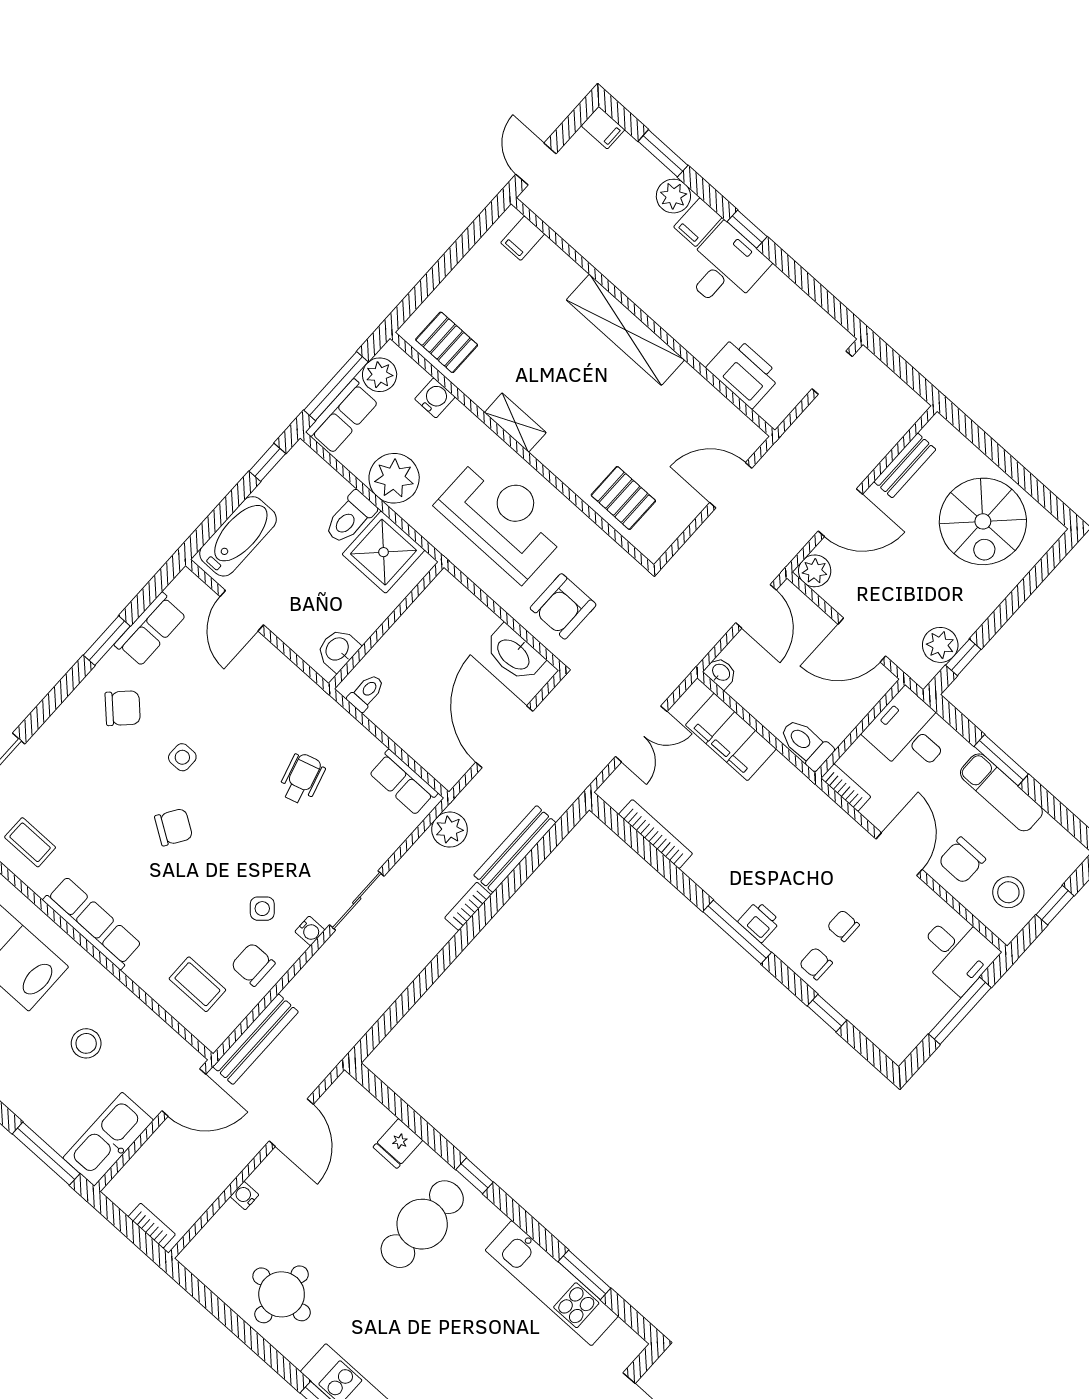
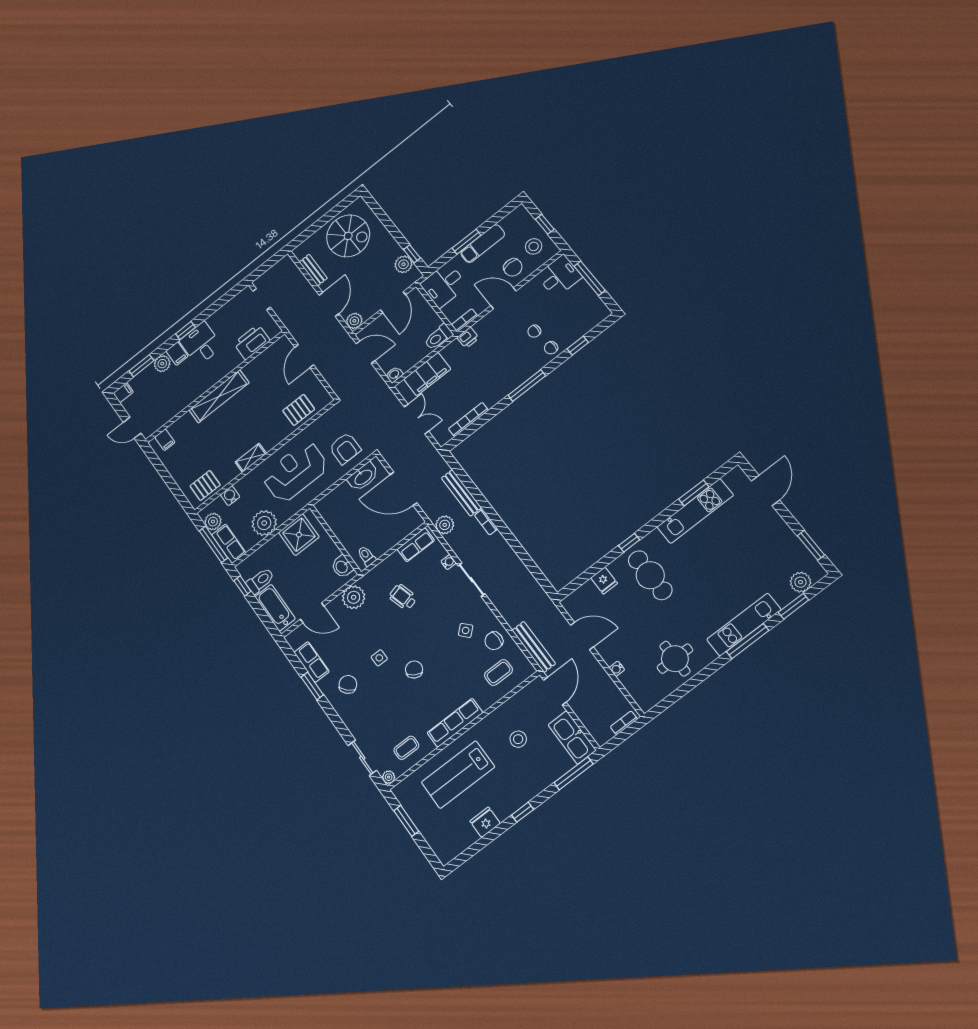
toilet: (350, 518) -> (260, 581), moved, turned -90
plant: (285, 684) -> (354, 597), added
printer: (759, 922) -> (468, 338), moved, turned 180
water cooler: (310, 931) -> (449, 562), moved

